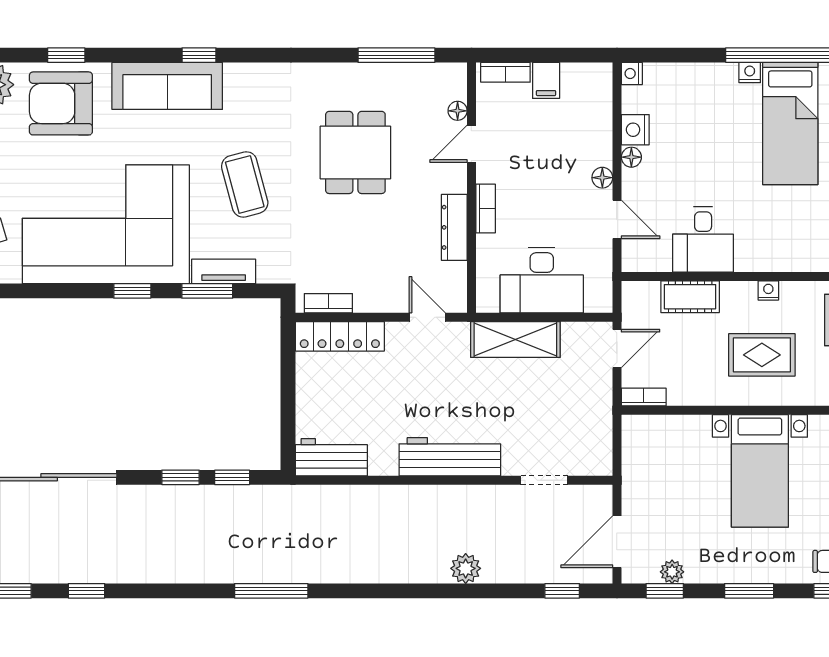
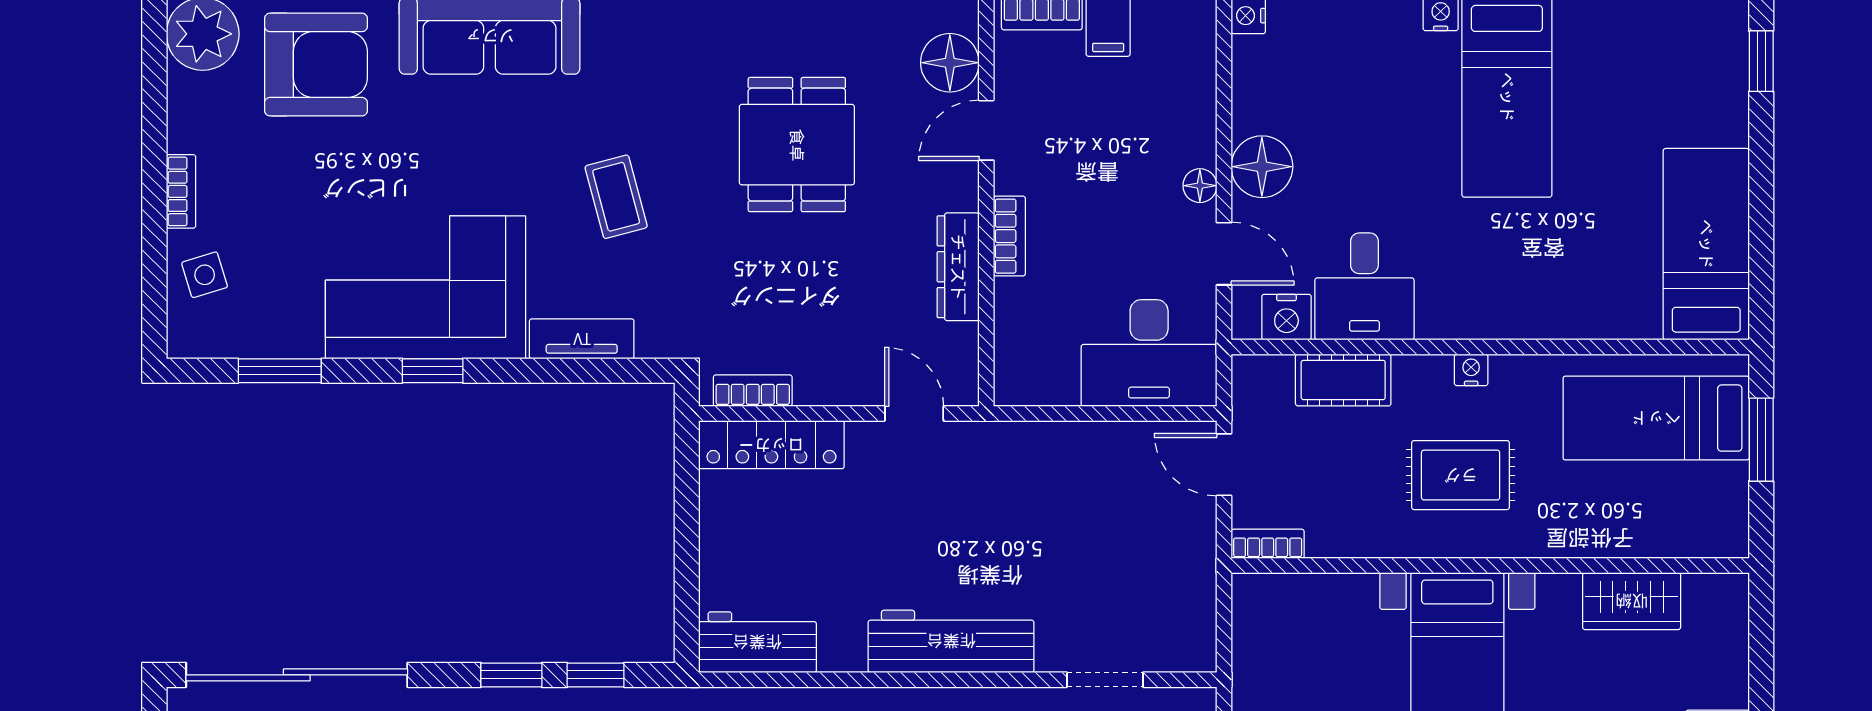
armchair: (61, 103) -> (316, 65), turned 180
floor lamp: (458, 111) -> (950, 63), width x1.89, depth x1.89
nightstand: (635, 130) -> (1286, 317), moved, turned -90
floor lamp: (631, 157) -> (1262, 167), width x1.89, depth x1.89
coffee table: (245, 184) -> (616, 197), width x0.73, depth x0.77
corner sofa: (106, 224) -> (426, 287), width x0.73, depth x0.74
desk: (542, 280) -> (1149, 353), moved
window: (207, 291) -> (280, 371), moved
shelving: (515, 339) -> (1058, 450), removed
door: (617, 349) -> (1224, 465), swing flipped

